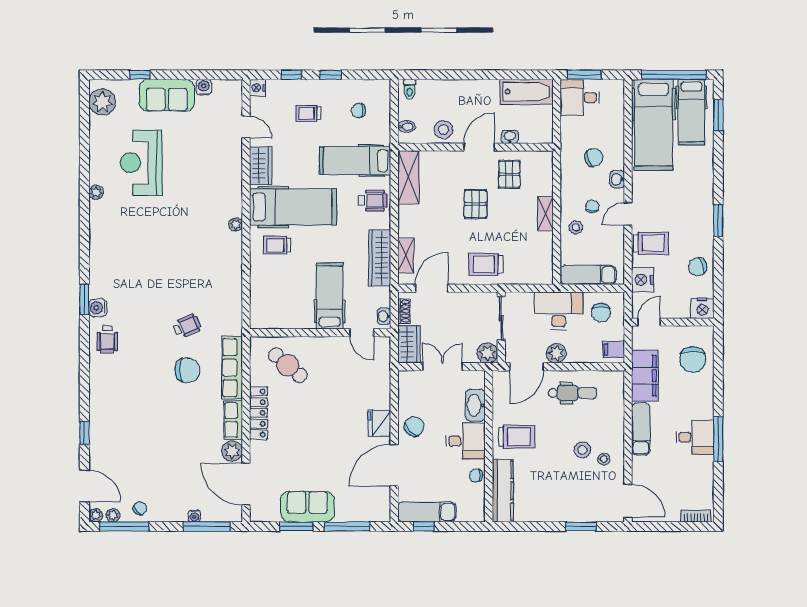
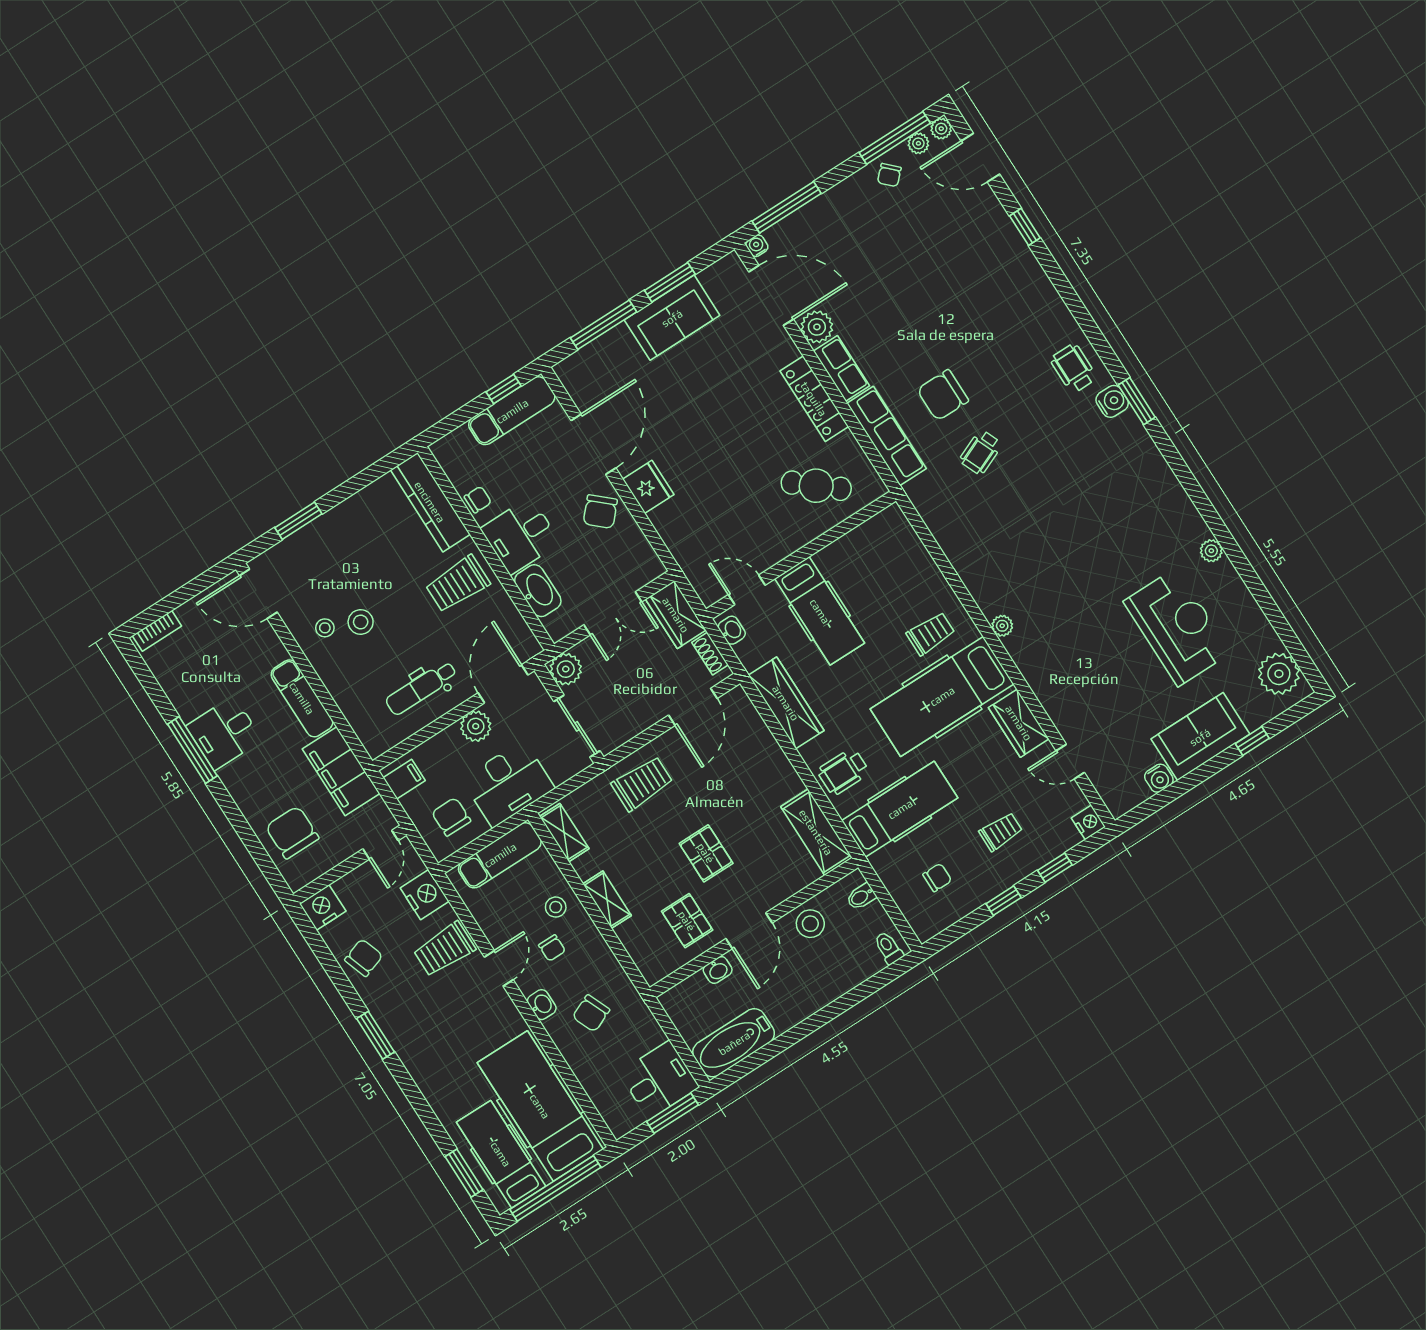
shelving: (406, 256) -> (564, 833), moved
water cooler: (194, 516) -> (757, 246), moved

